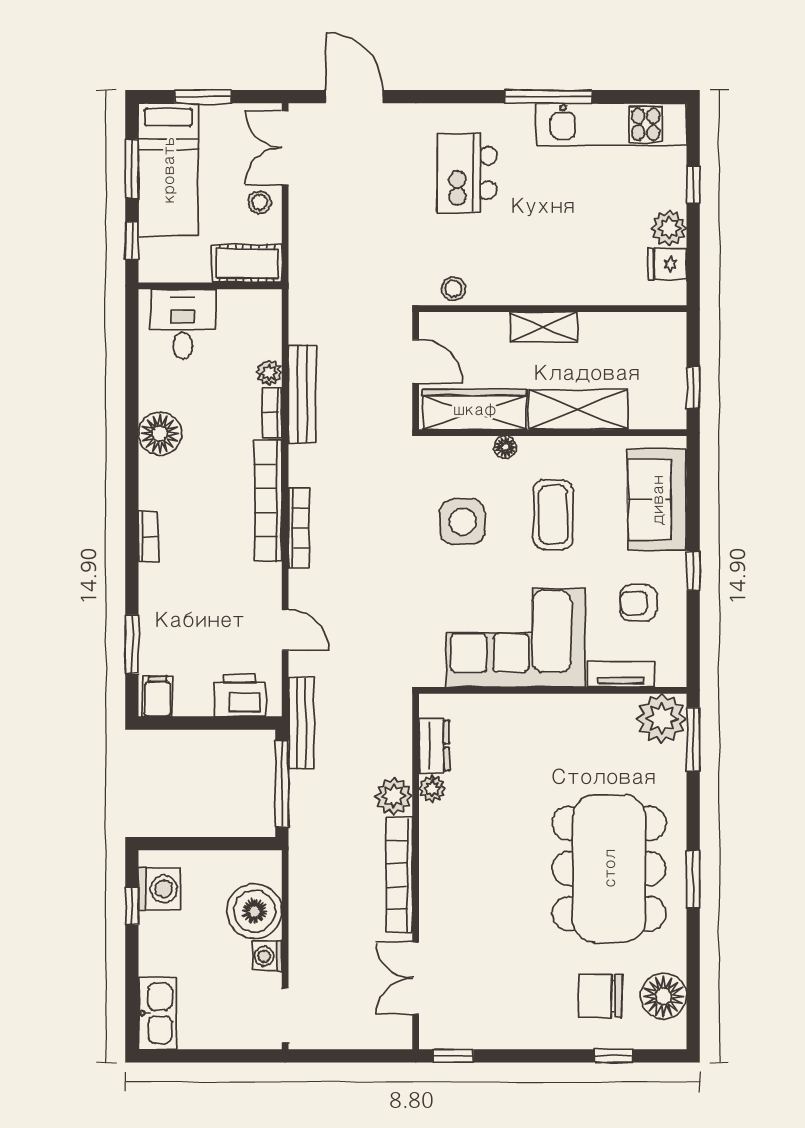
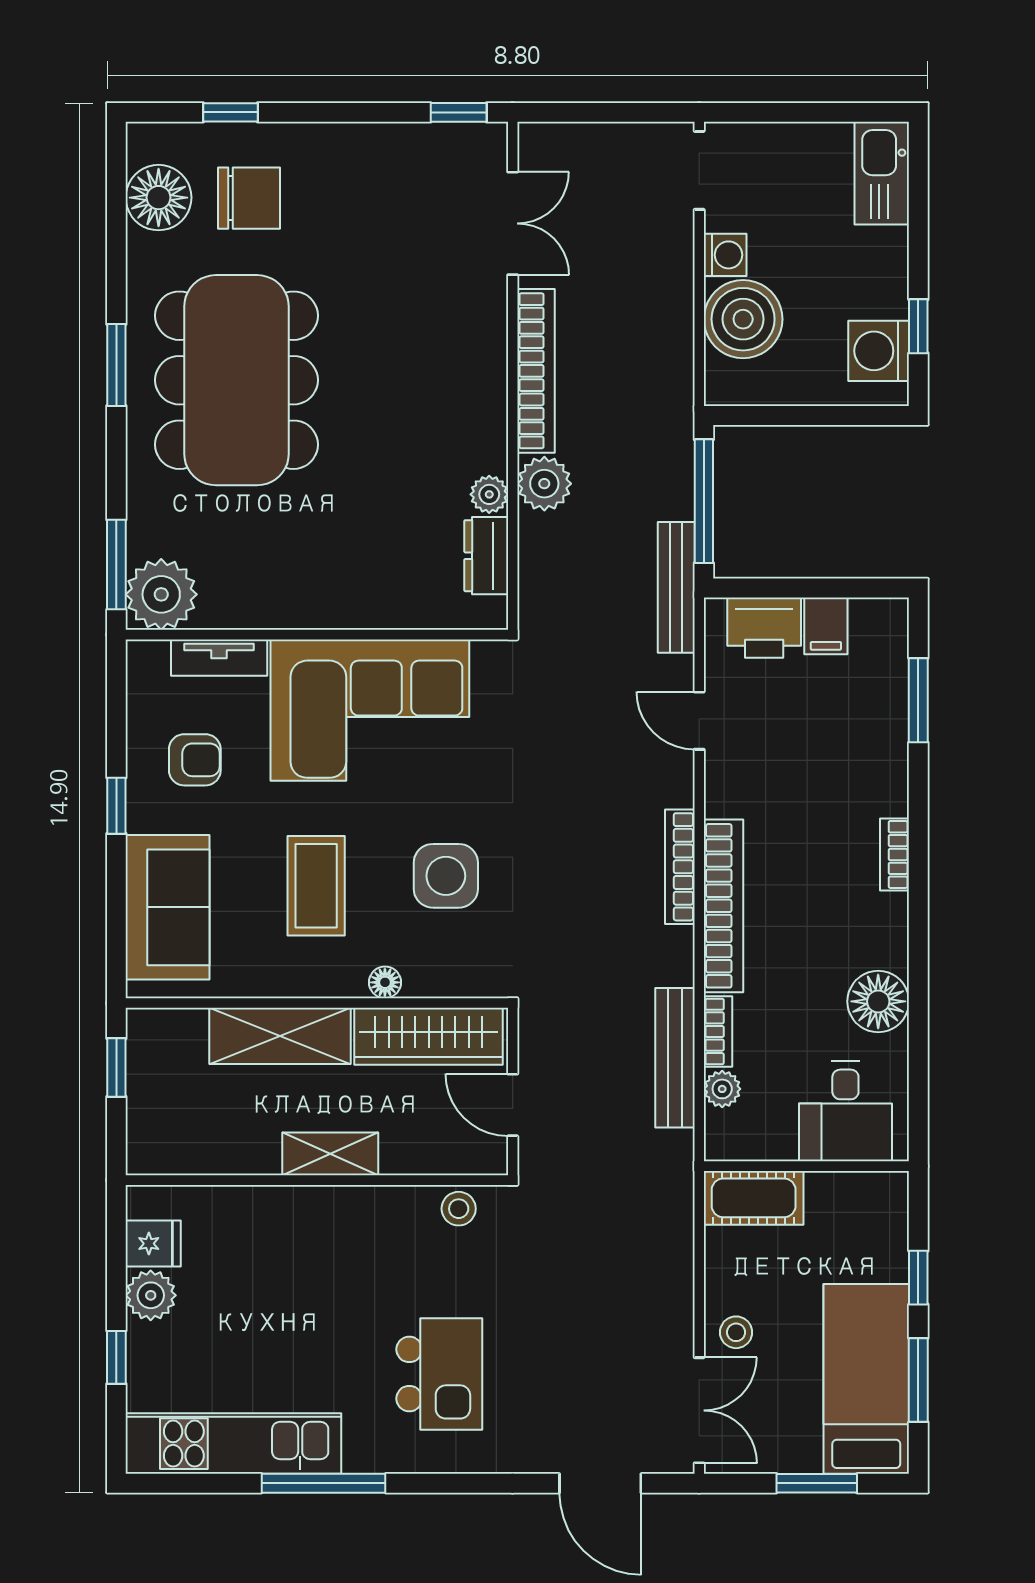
cot: (247, 264) -> (754, 1198), moved
wall: (210, 286) -> (806, 1166), moved
desk: (183, 324) -> (845, 1111), moved
filing cabinet: (158, 697) -> (826, 626), moved

